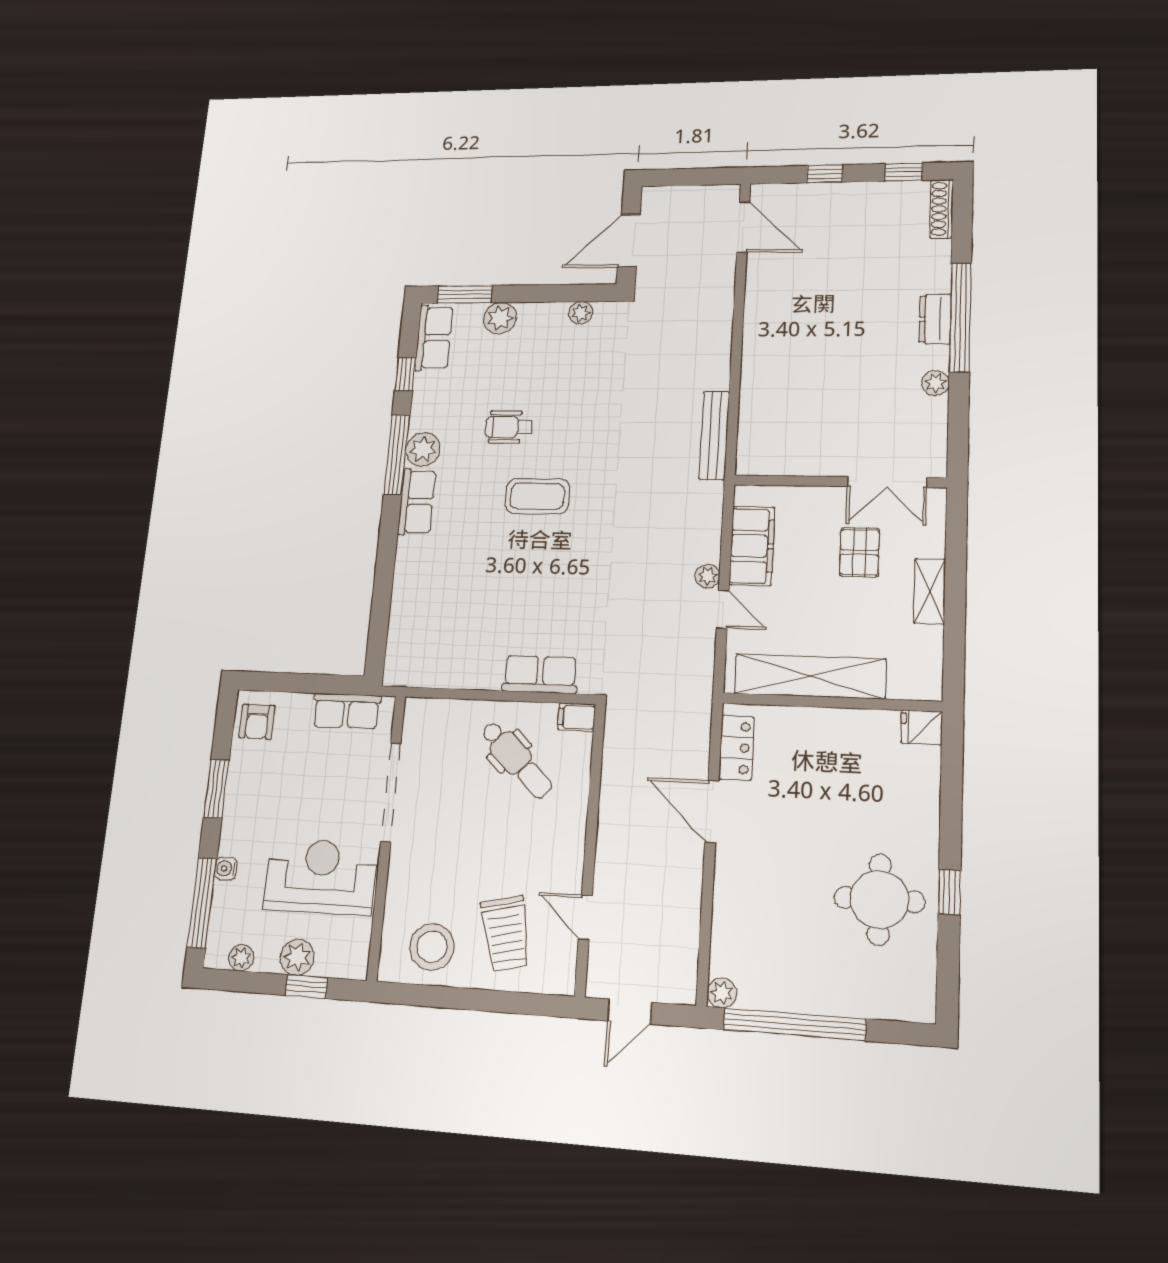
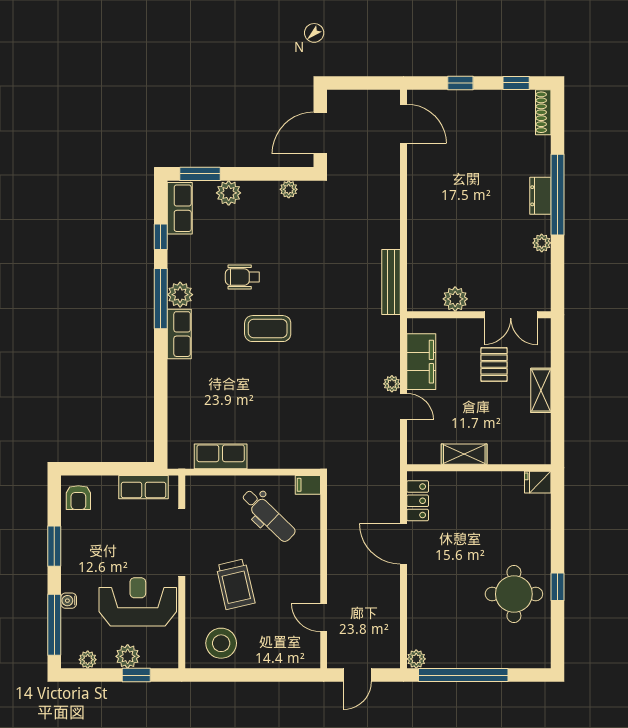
plant: (806, 459) -> (455, 299), added
row of seats: (540, 674) -> (221, 456), moved
shelving: (810, 676) -> (464, 454), width x0.45, depth x0.75
trolley: (506, 933) -> (235, 584), moved

